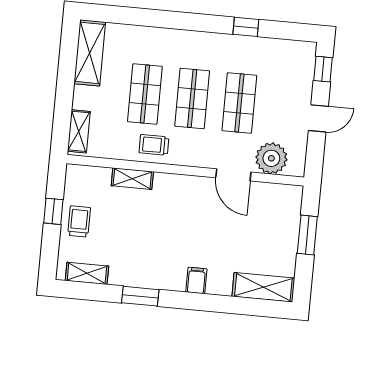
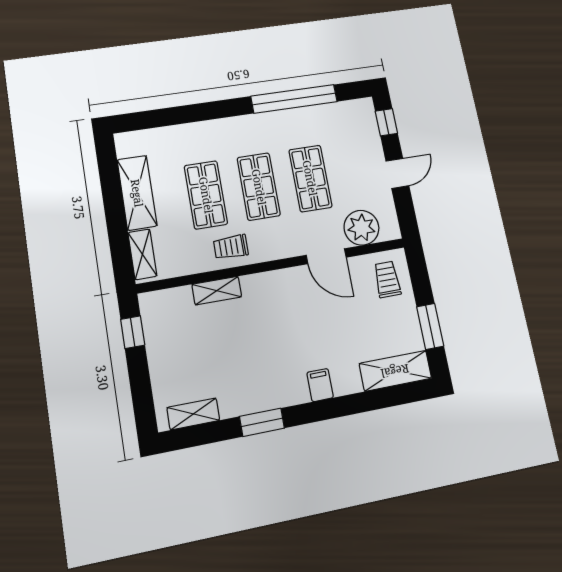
window: (246, 27) -> (294, 99), width x3.17
shelving: (90, 53) -> (137, 193), moved
window: (53, 211) -> (133, 332), moved
trolley: (79, 221) -> (387, 279), moved
window: (307, 235) -> (430, 326), moved

